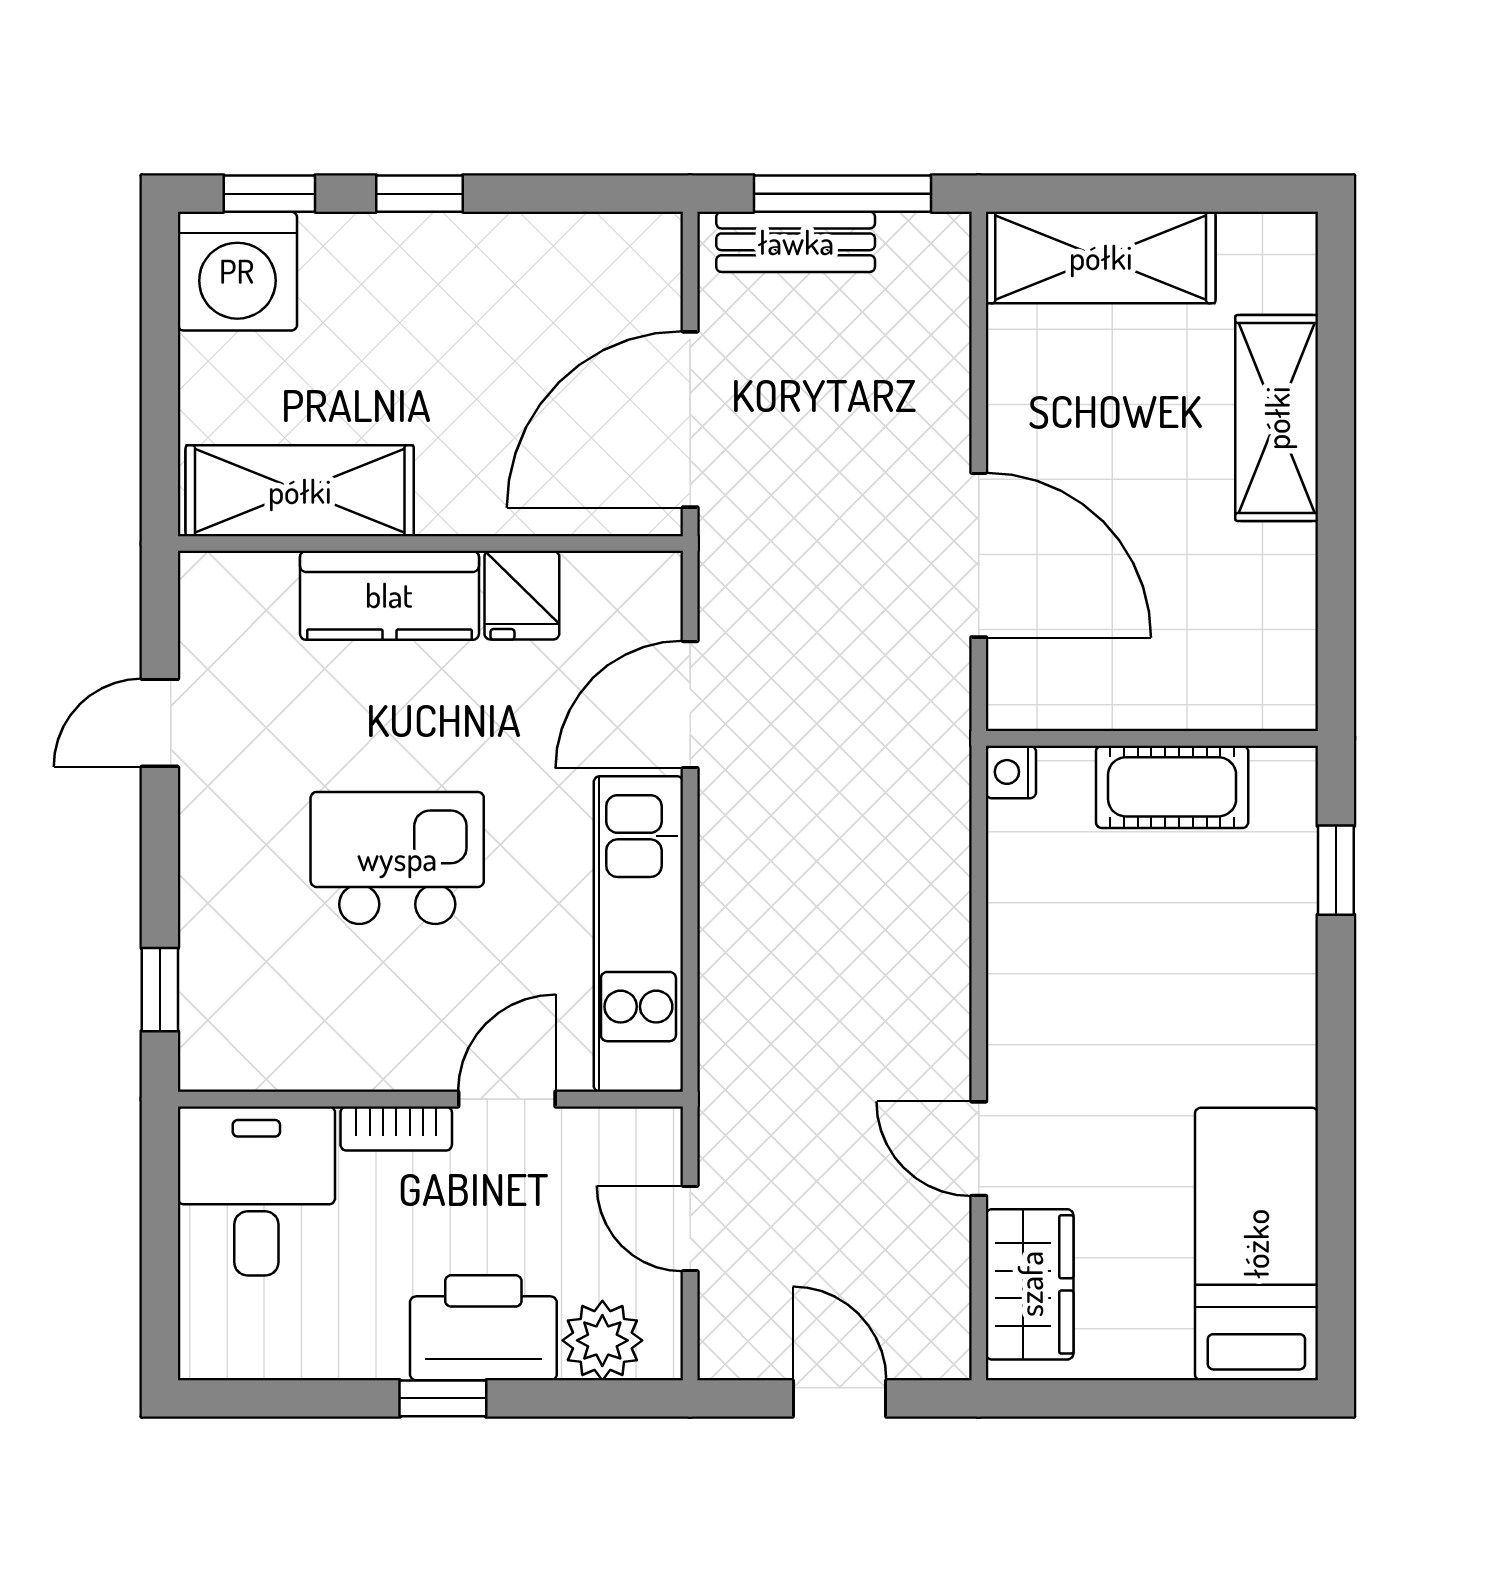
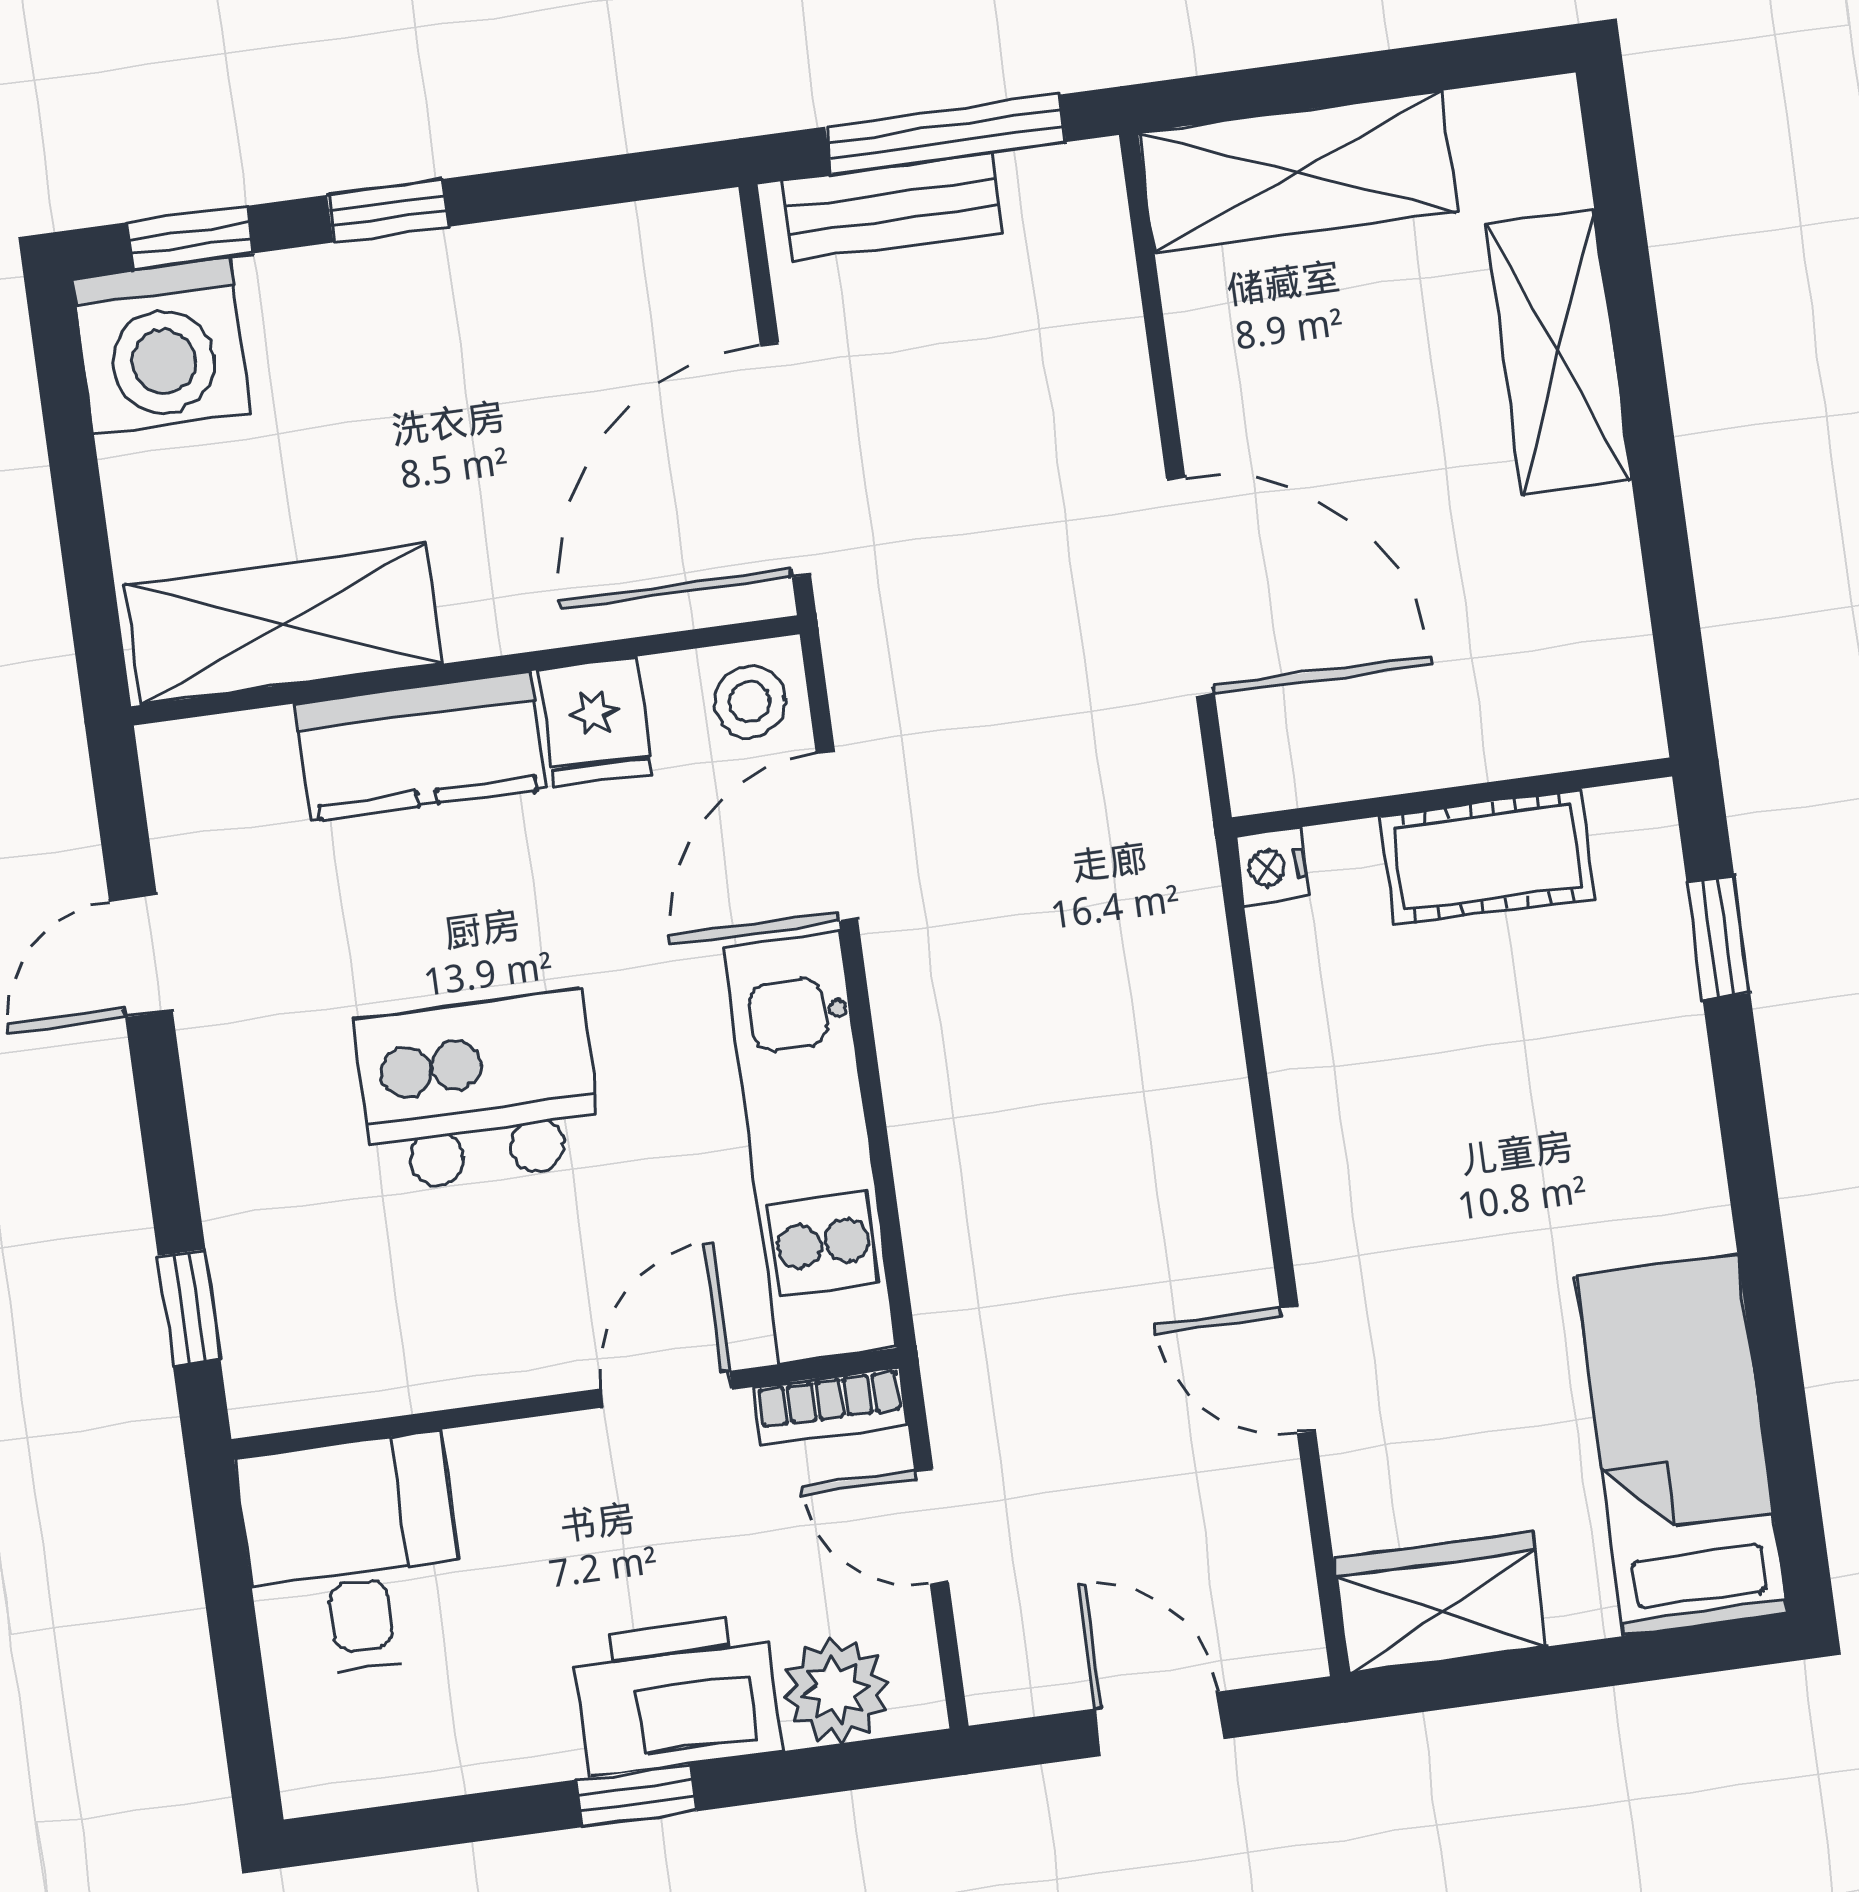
stool: (639, 596) -> (749, 702), added
bookcase: (396, 1128) -> (831, 1406), moved
wardrobe: (1030, 1284) -> (1440, 1602), moved, turned -90

